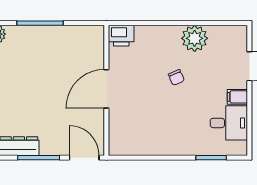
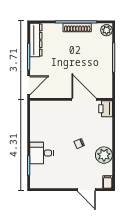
door: (106, 89) -> (84, 99), moved
filing cabinet: (237, 97) -> (108, 182), moved
desk: (229, 123) -> (42, 153), moved, turned 90

